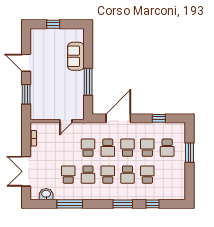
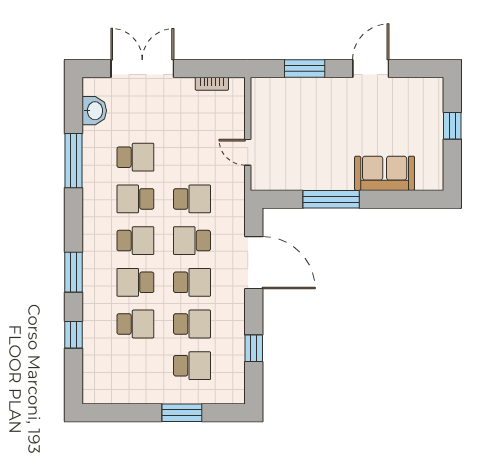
school desk: (167, 148) -> (192, 366), turned 180

